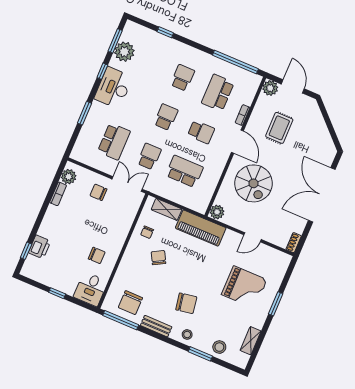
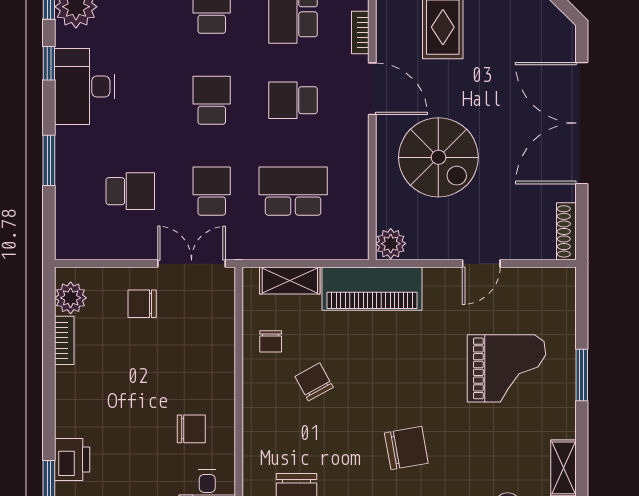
school desk: (201, 132) -> (293, 100), turned 180
school desk: (114, 141) -> (130, 191), width x0.54
shoe rack: (294, 243) -> (566, 231), width x1.43

